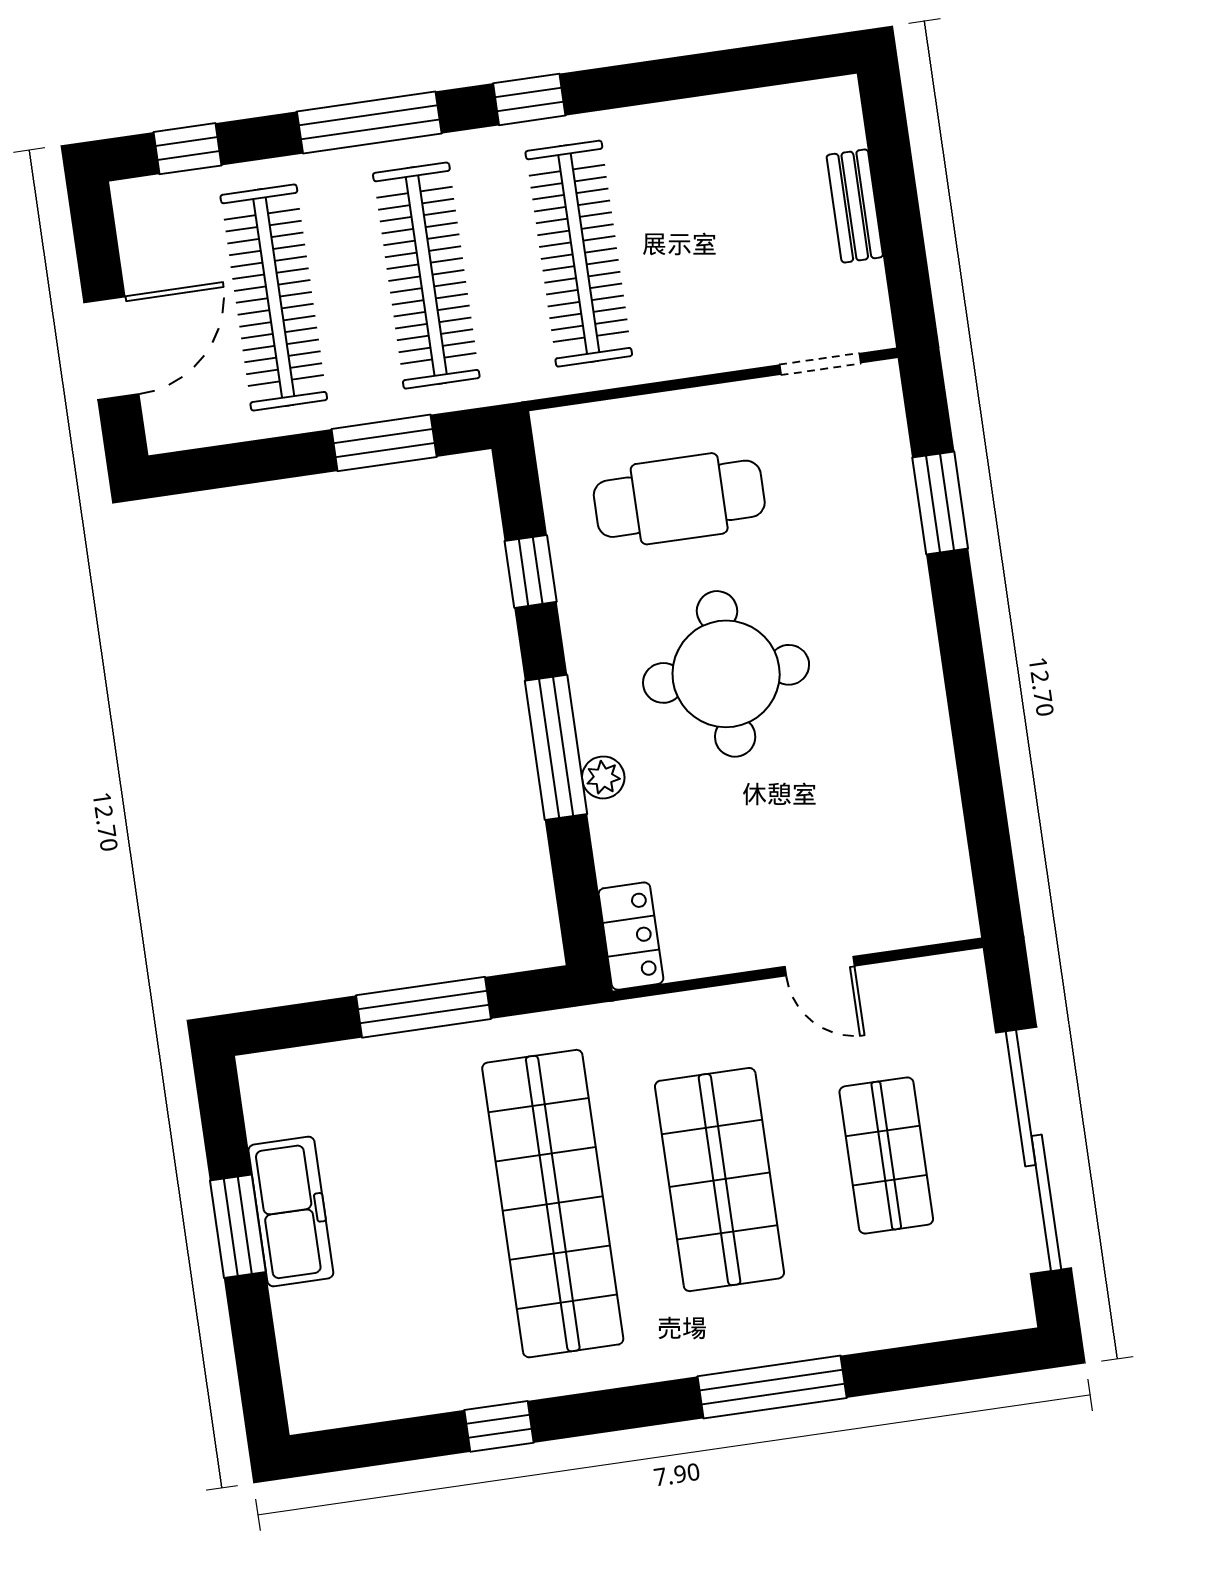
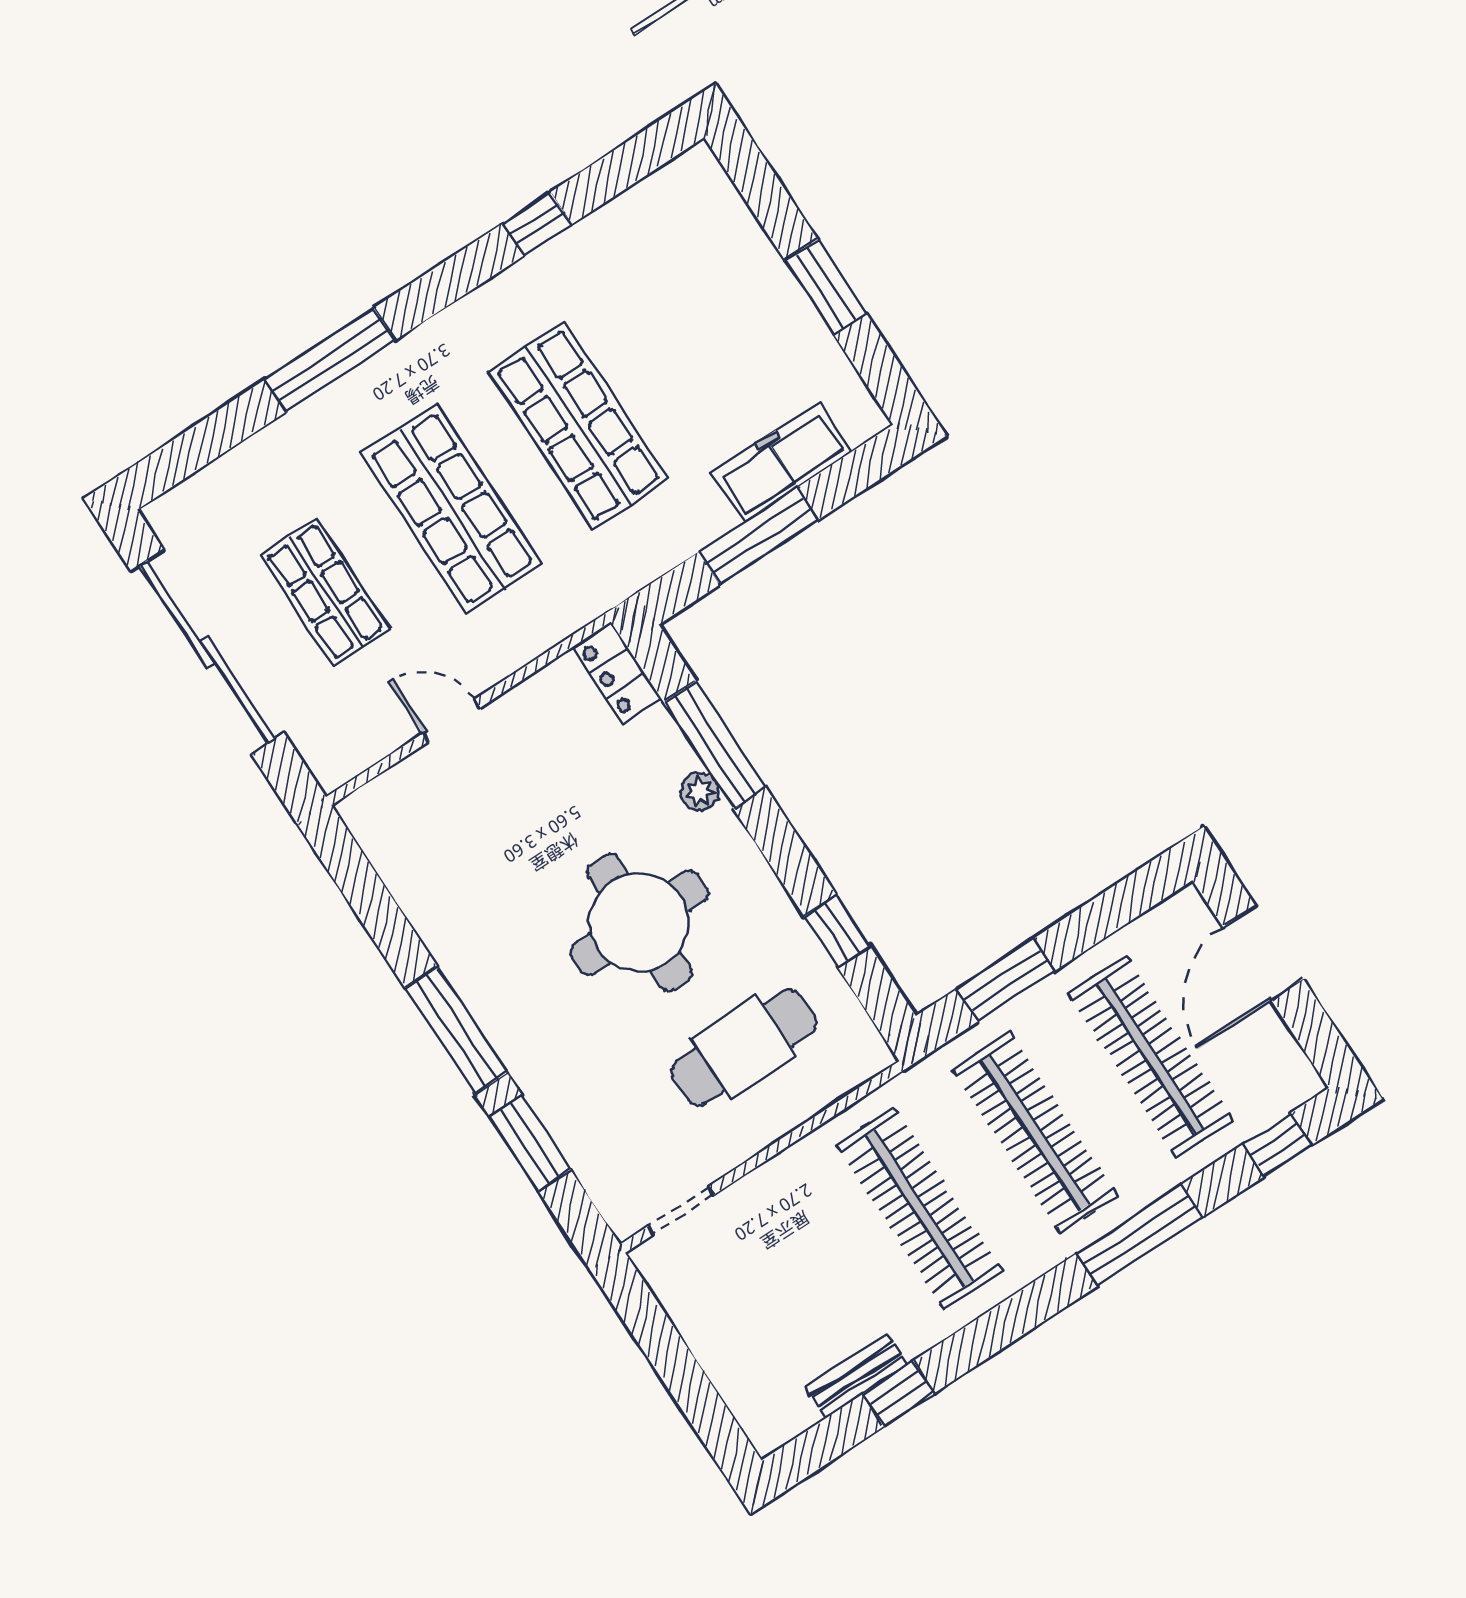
window: (529, 99) -> (898, 1394), moved
bench: (855, 206) -> (857, 1376), moved, turned 90
window: (962, 652) -> (456, 1030), added
window: (556, 747) -> (715, 745), moved
shop shelf: (553, 1204) -> (578, 426), width x0.71
freezer: (291, 1211) -> (781, 462), moved, turned 90

